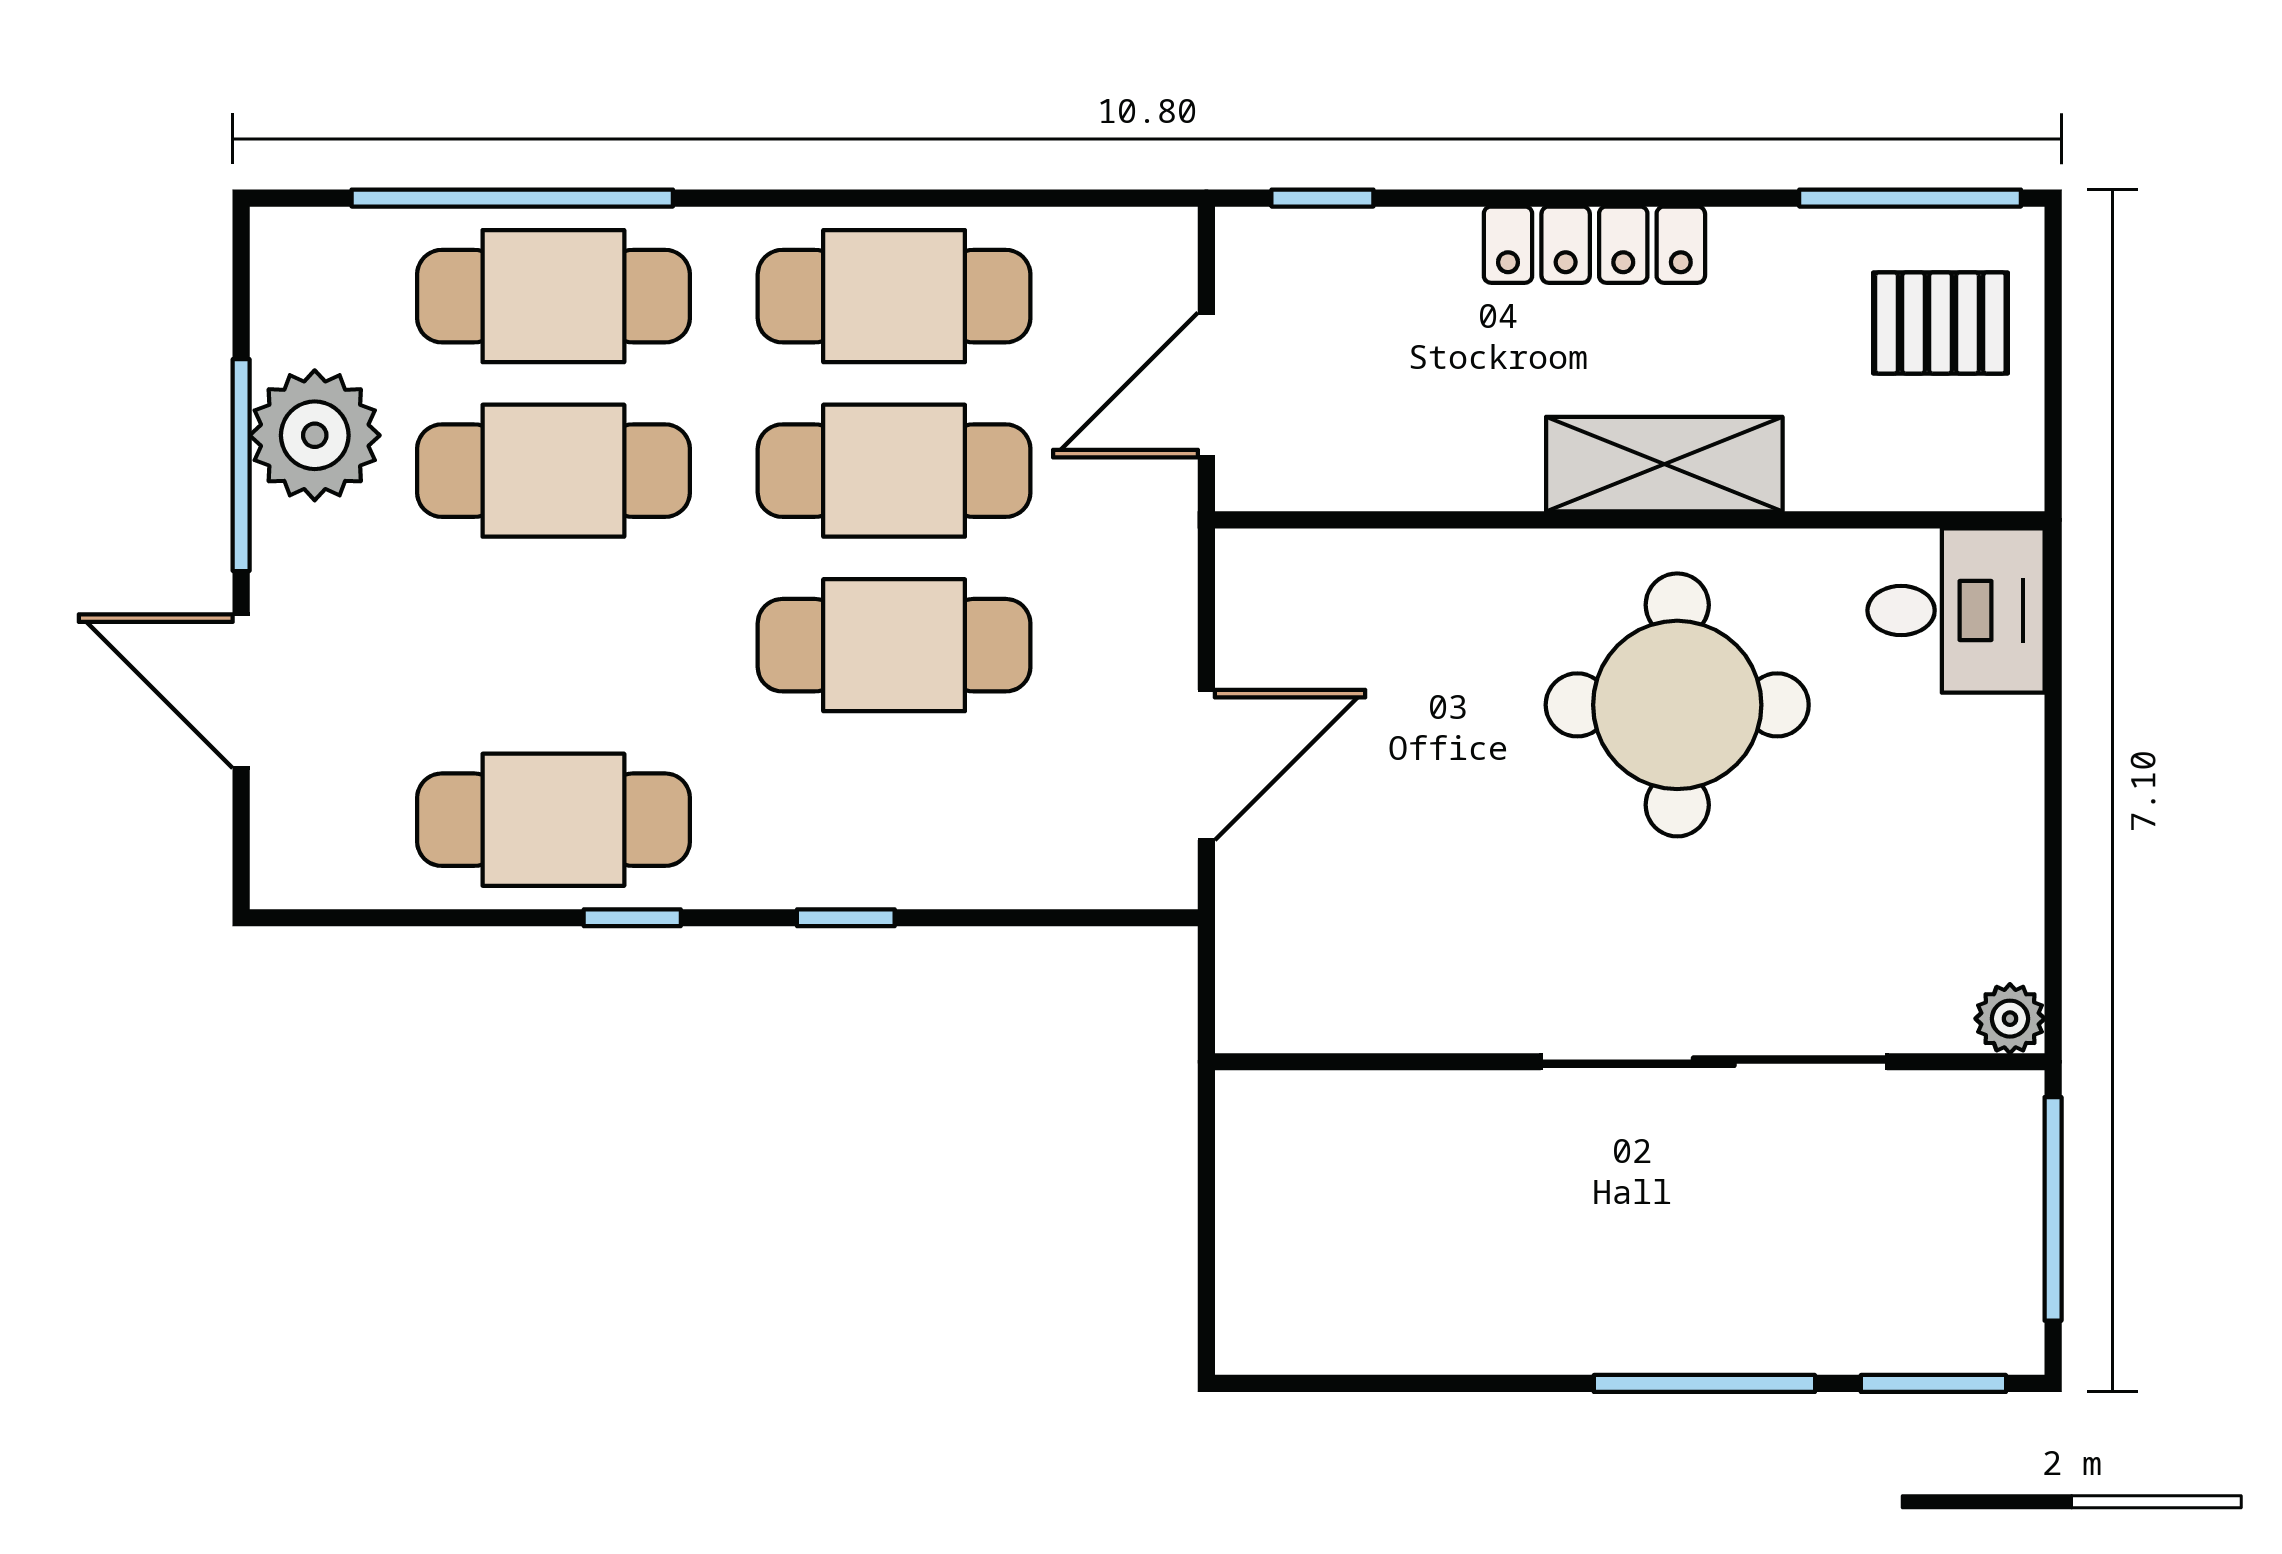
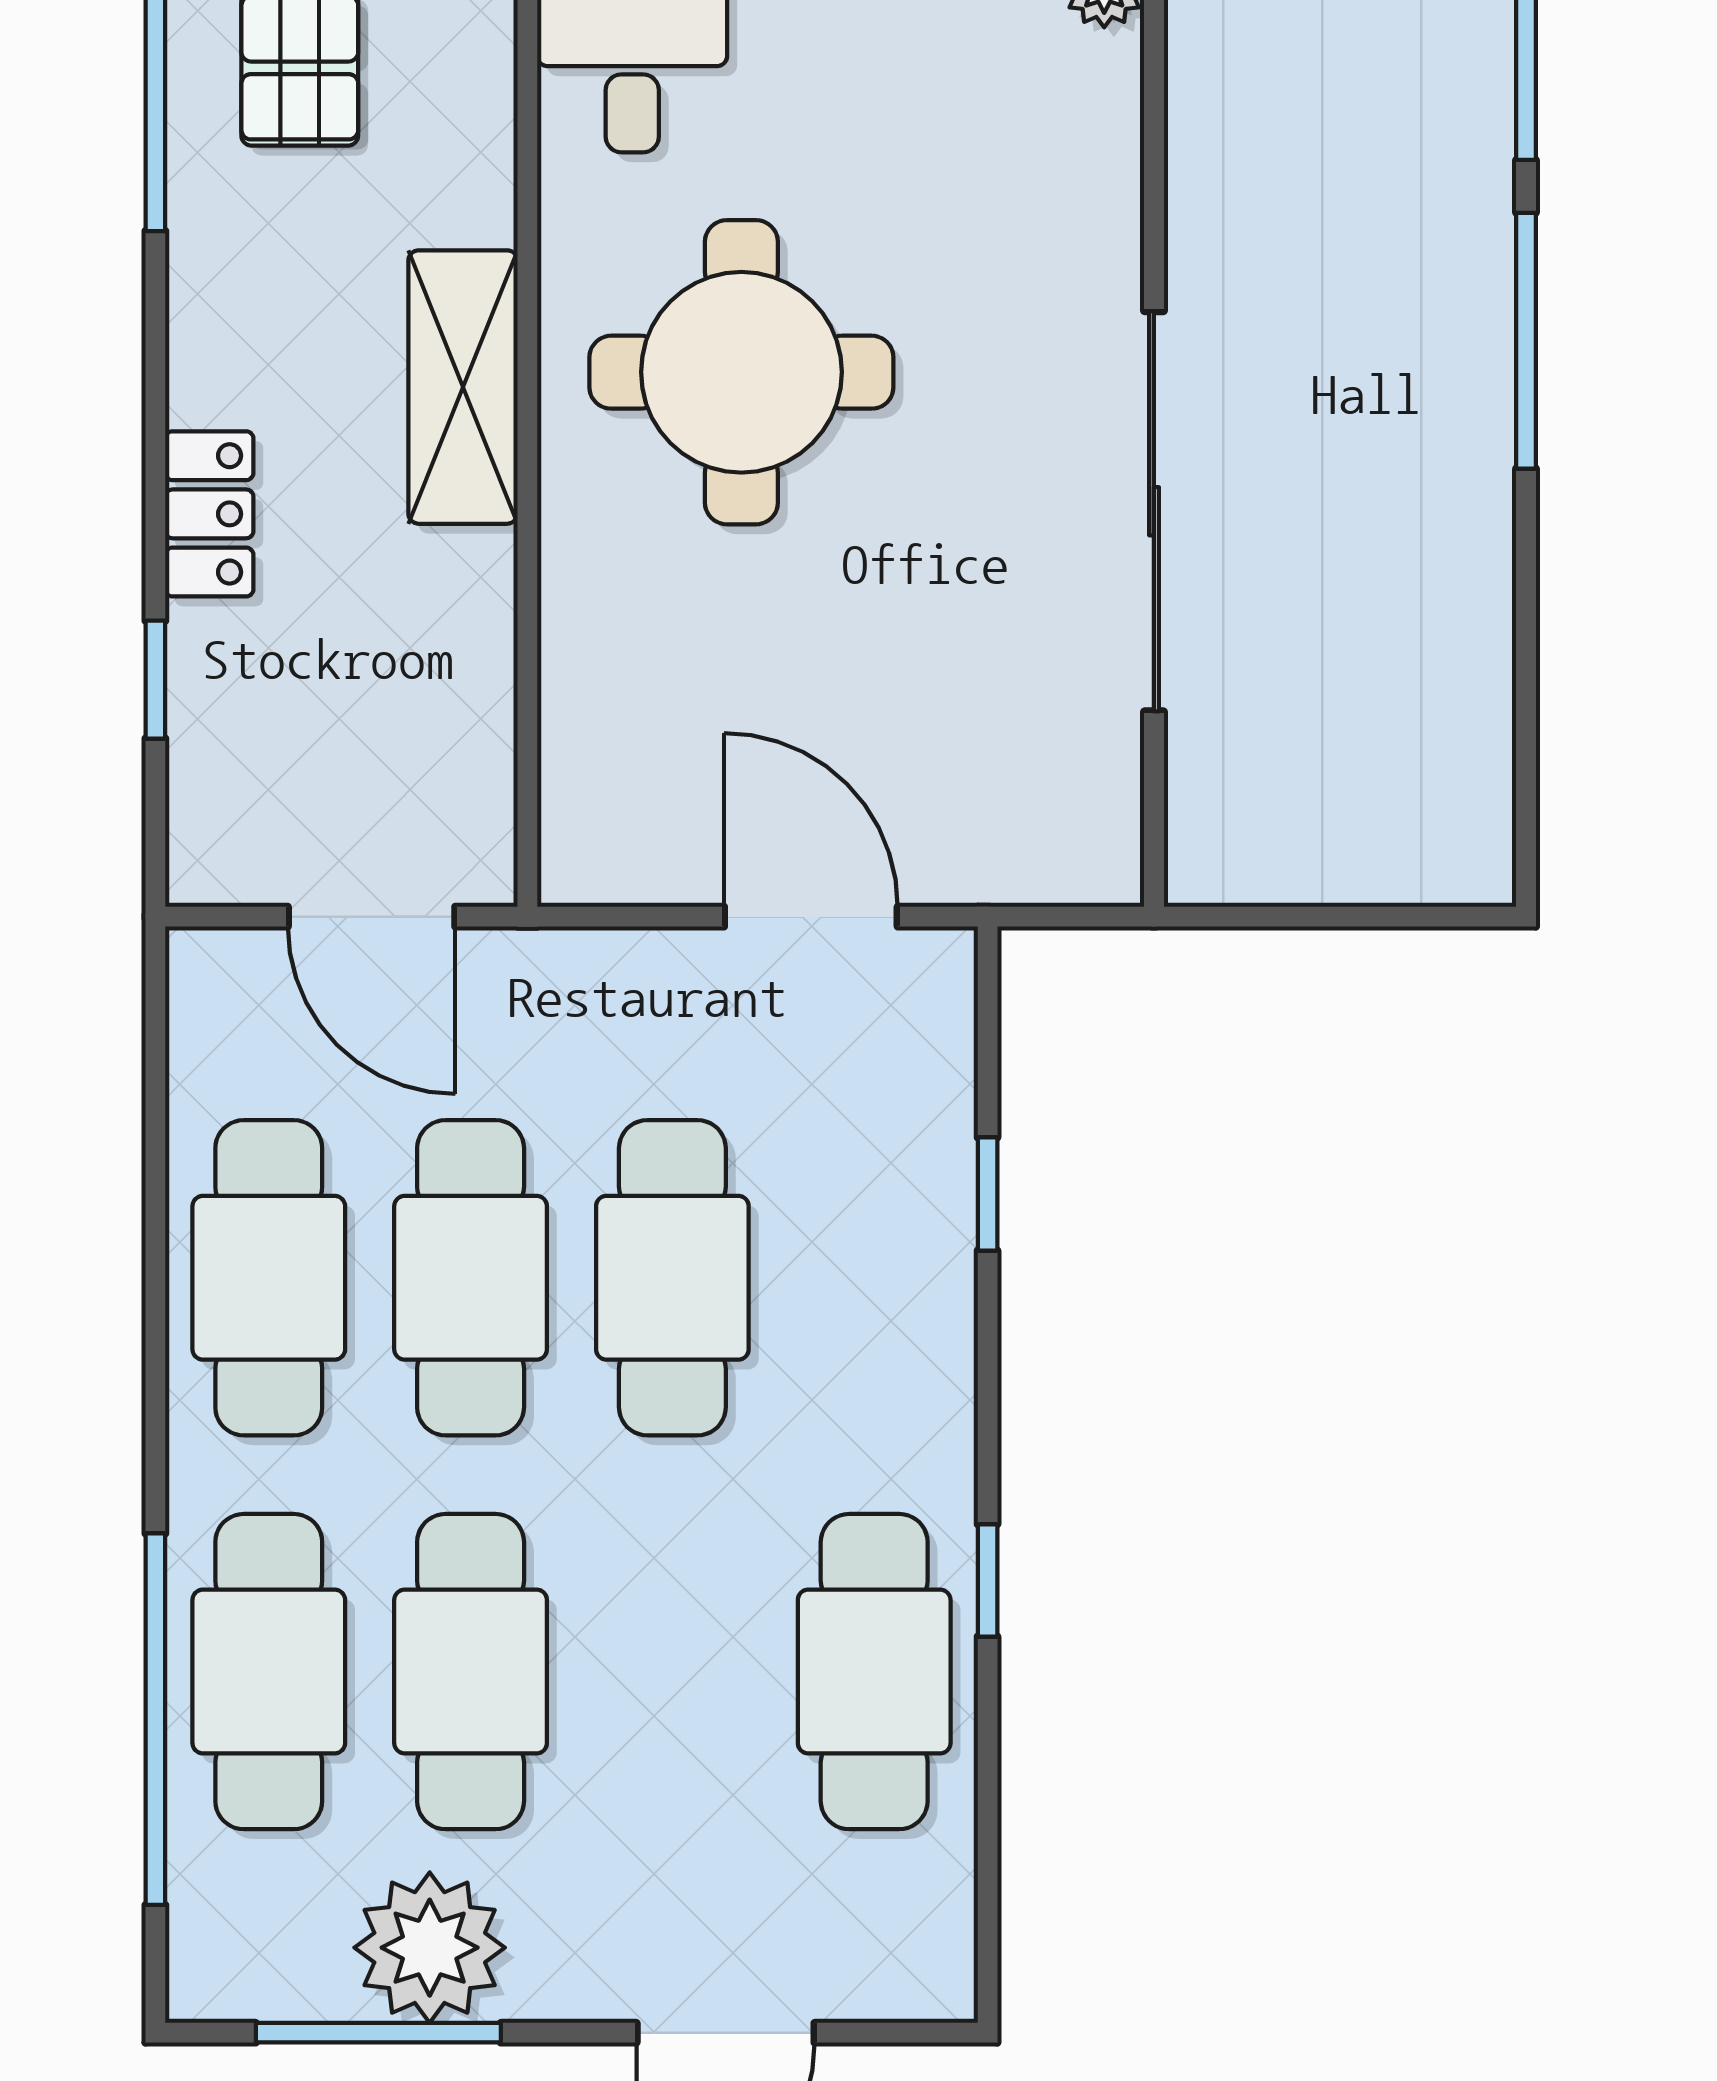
window: (1322, 198) -> (155, 680), moved
locker: (1594, 245) -> (209, 514), width x0.66
window: (241, 465) -> (378, 2033), moved
window: (846, 918) -> (988, 1194), moved
sliding door: (1714, 1062) -> (1154, 511), moved

